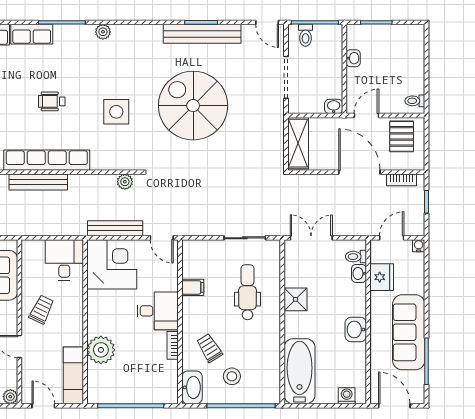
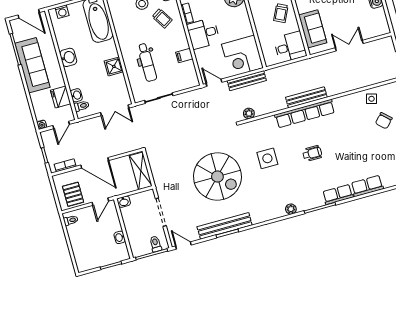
desk: (64, 260) -> (290, 47), moved, turned -90

